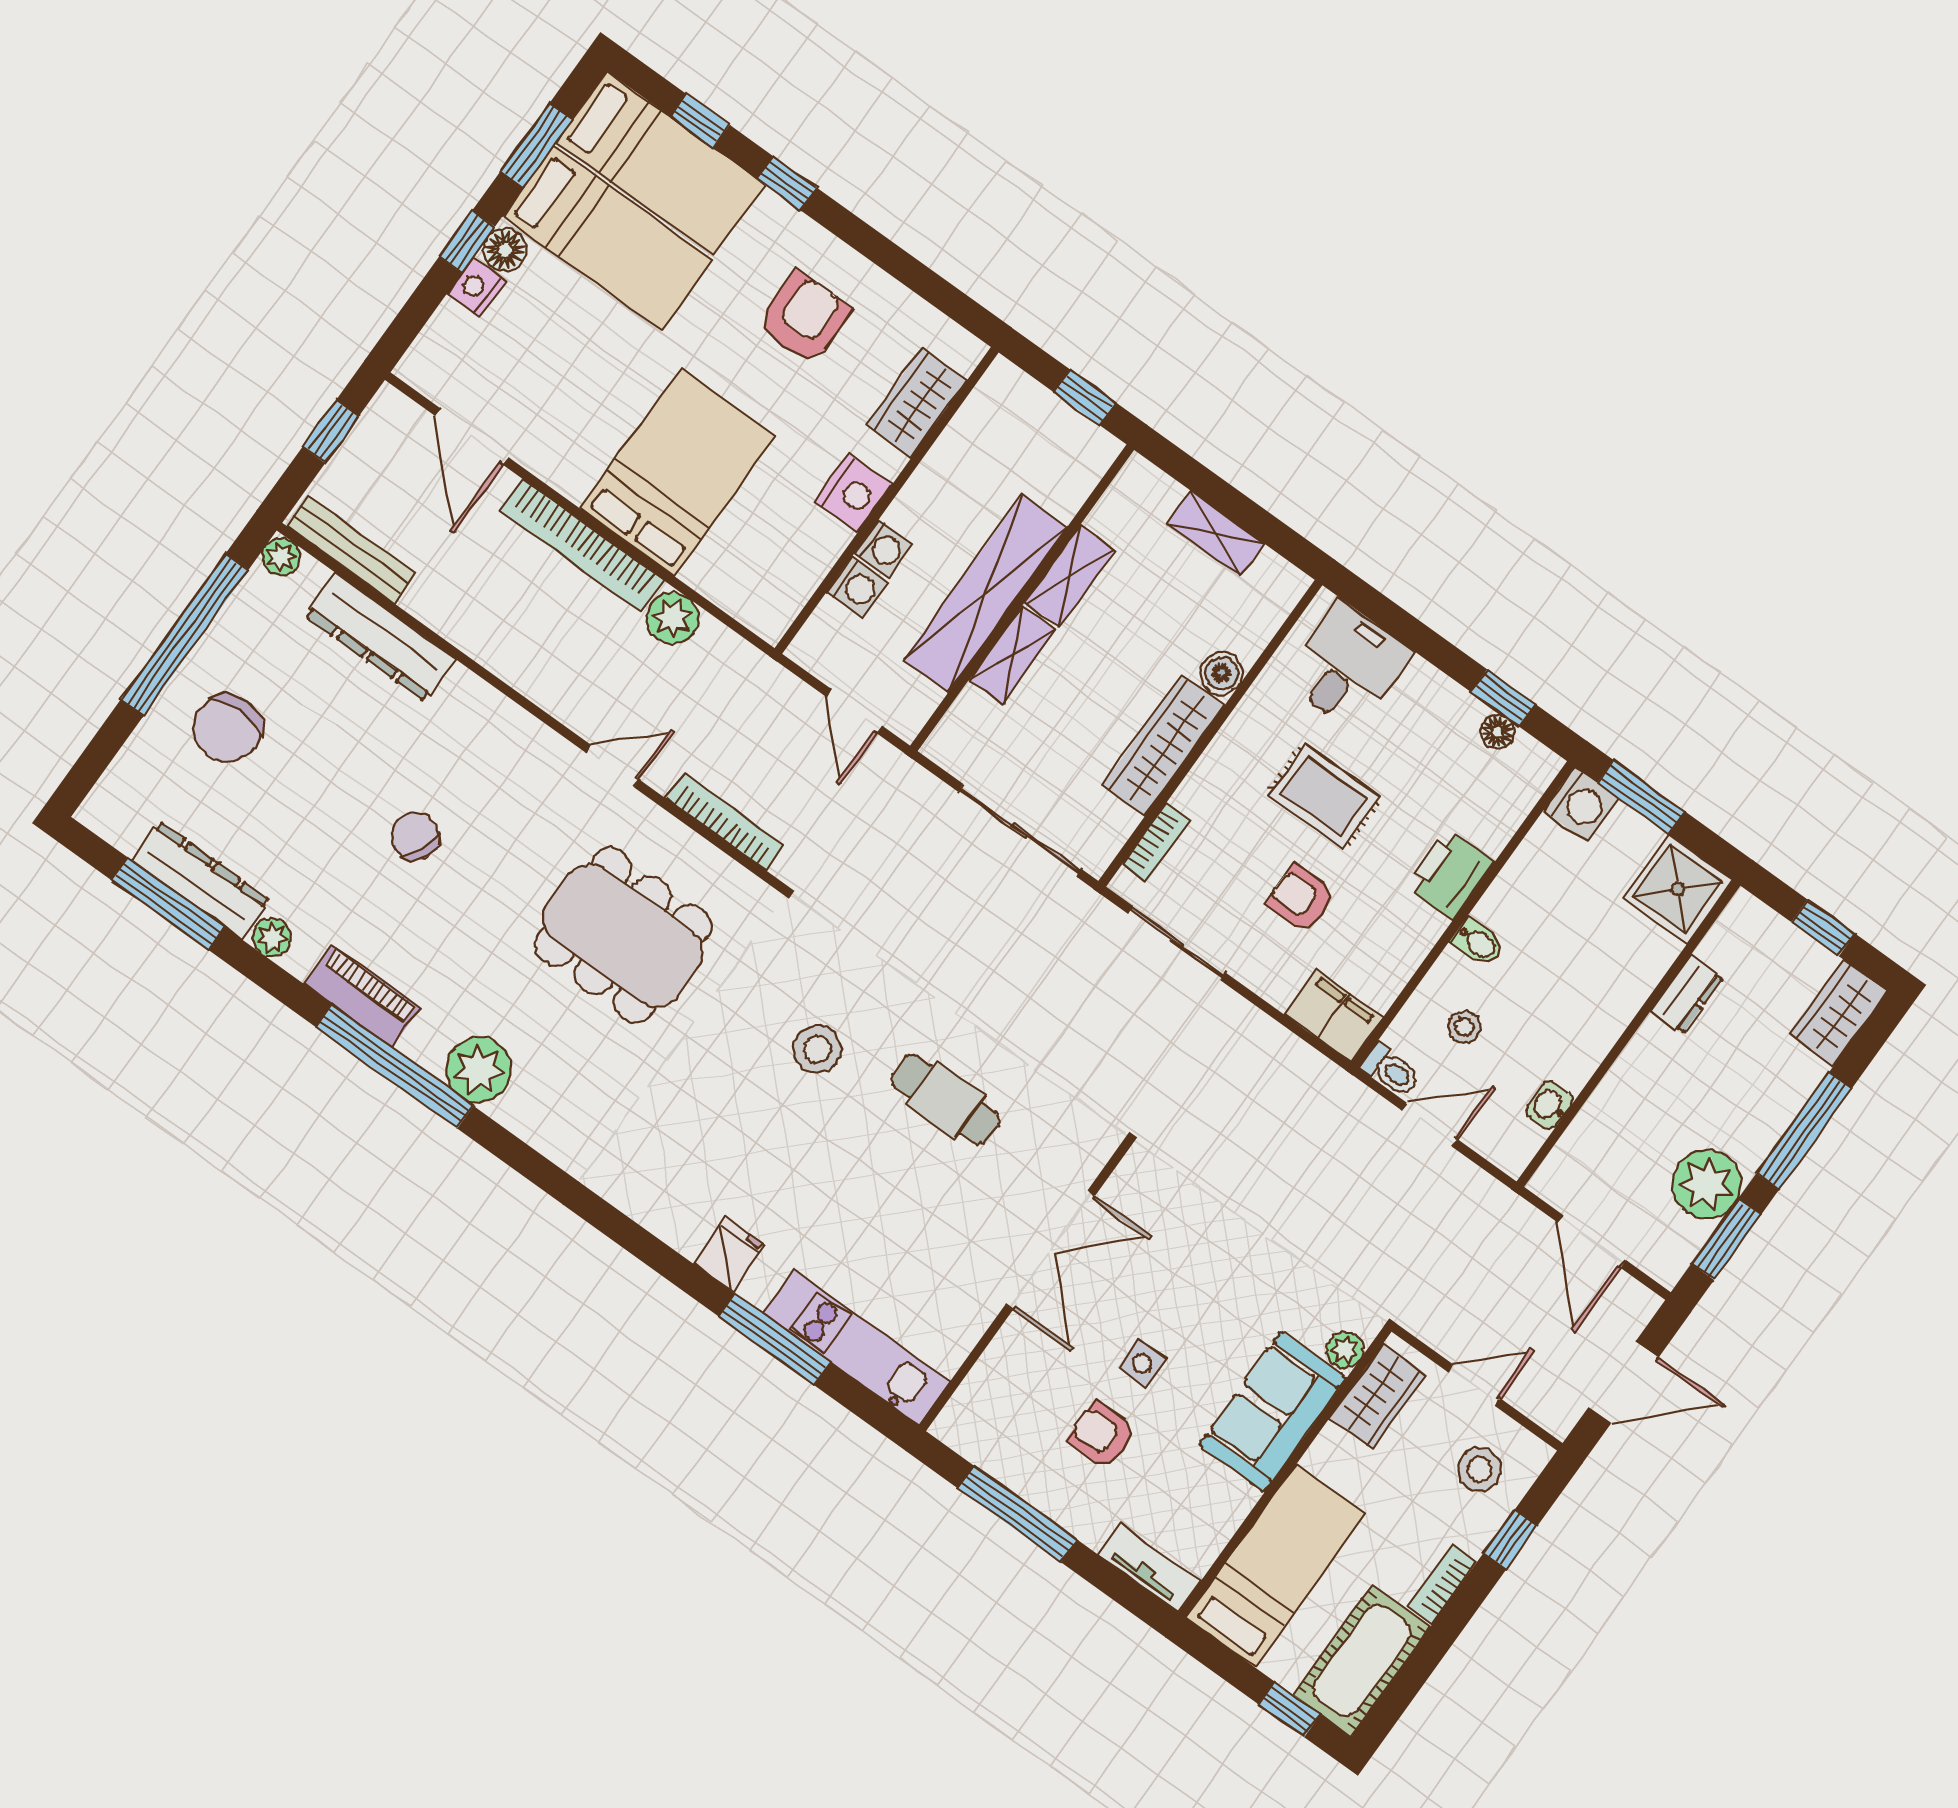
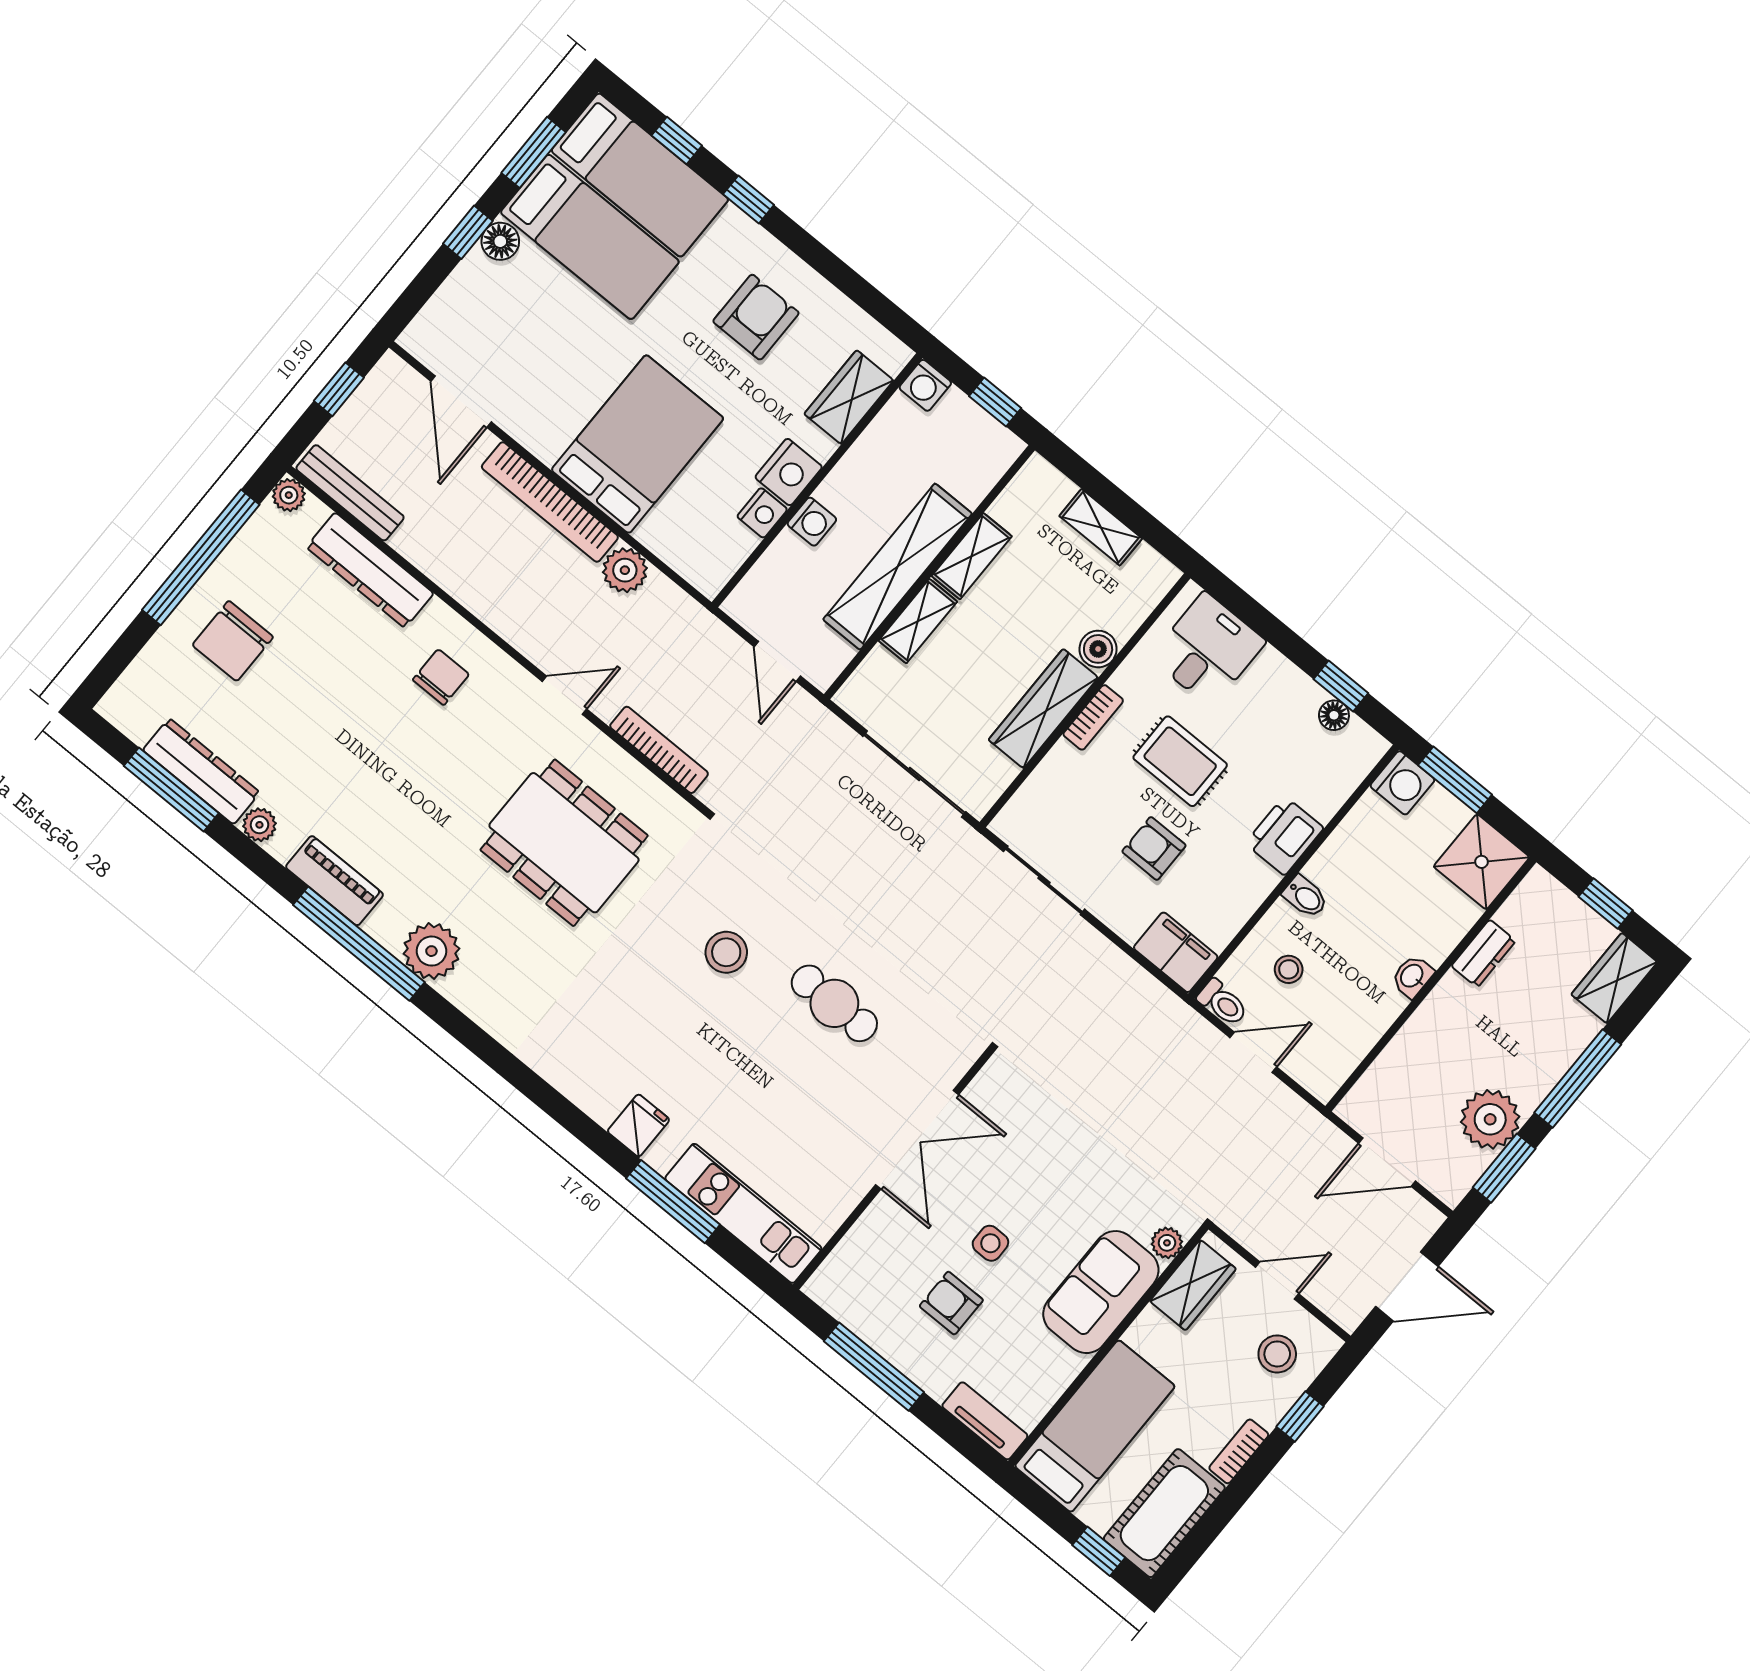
nightstand: (476, 287) -> (762, 513), moved, turned 180
washing machine: (857, 587) -> (925, 385), moved, turned 90
chair: (415, 836) -> (441, 677), moved, turned 67
bookcase: (1157, 842) -> (1093, 717), moved
washbasin: (1550, 1105) -> (1412, 976), moved
door: (1591, 1241) -> (1387, 1162), hinge flipped

